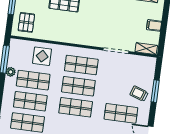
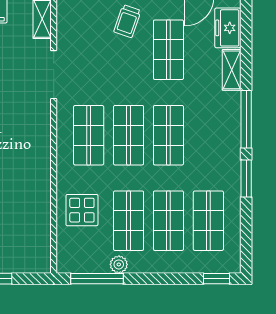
pallet: (26, 22) -> (23, 248), removed

